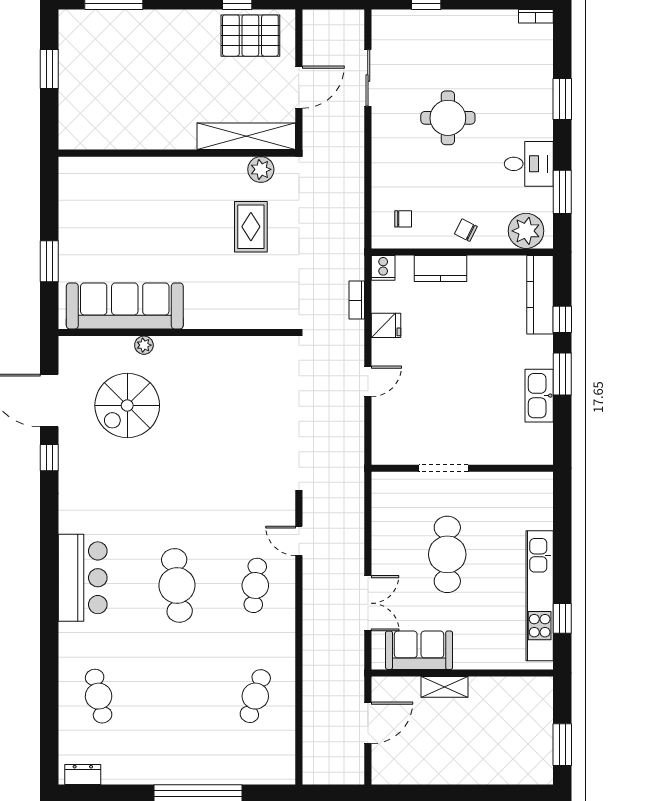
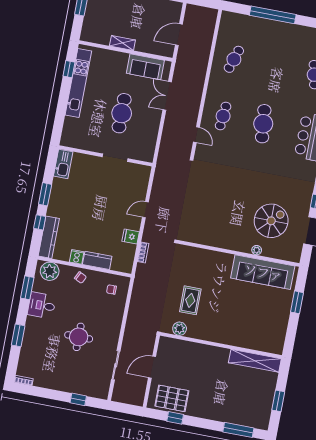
shelving: (246, 136) -> (255, 361), moved
cooker: (383, 268) -> (77, 257), moved
kitchen sink: (539, 396) -> (63, 164), moved
shelving: (445, 687) -> (122, 43), moved

